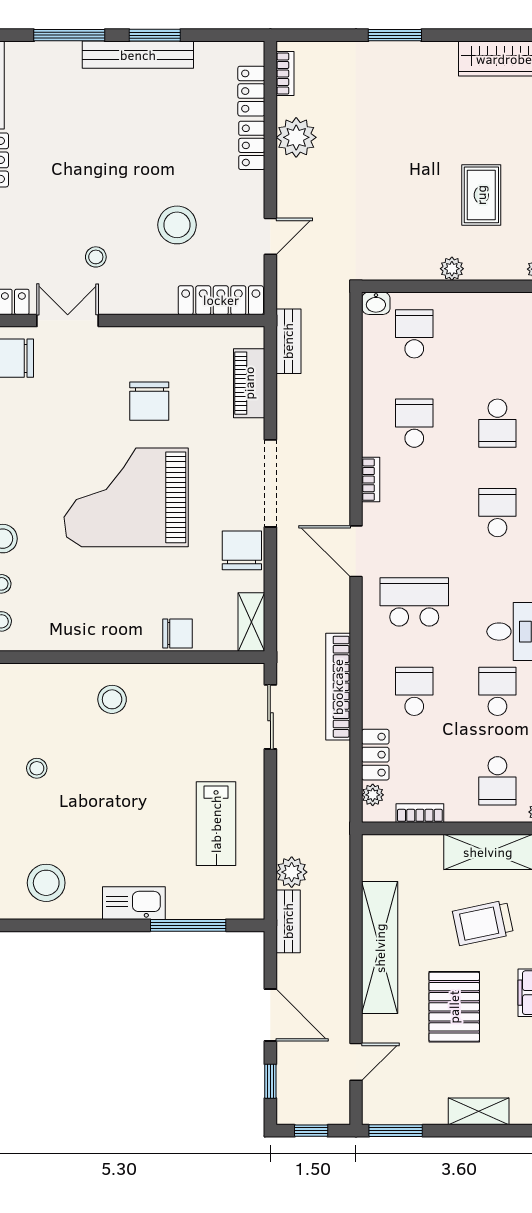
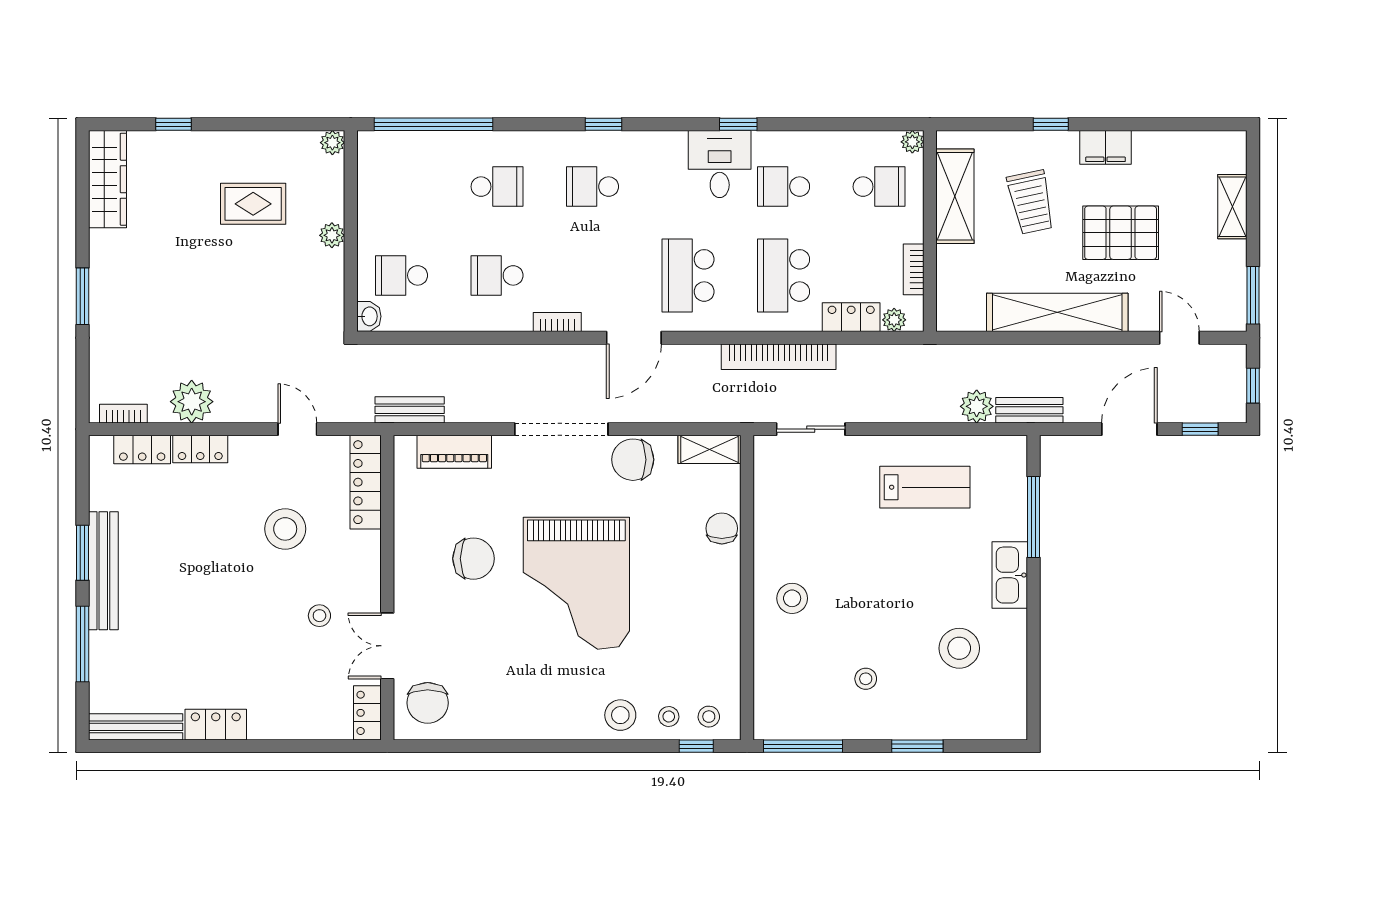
school desk: (414, 691) -> (784, 275), width x1.85
stool: (46, 883) -> (959, 648), moved

